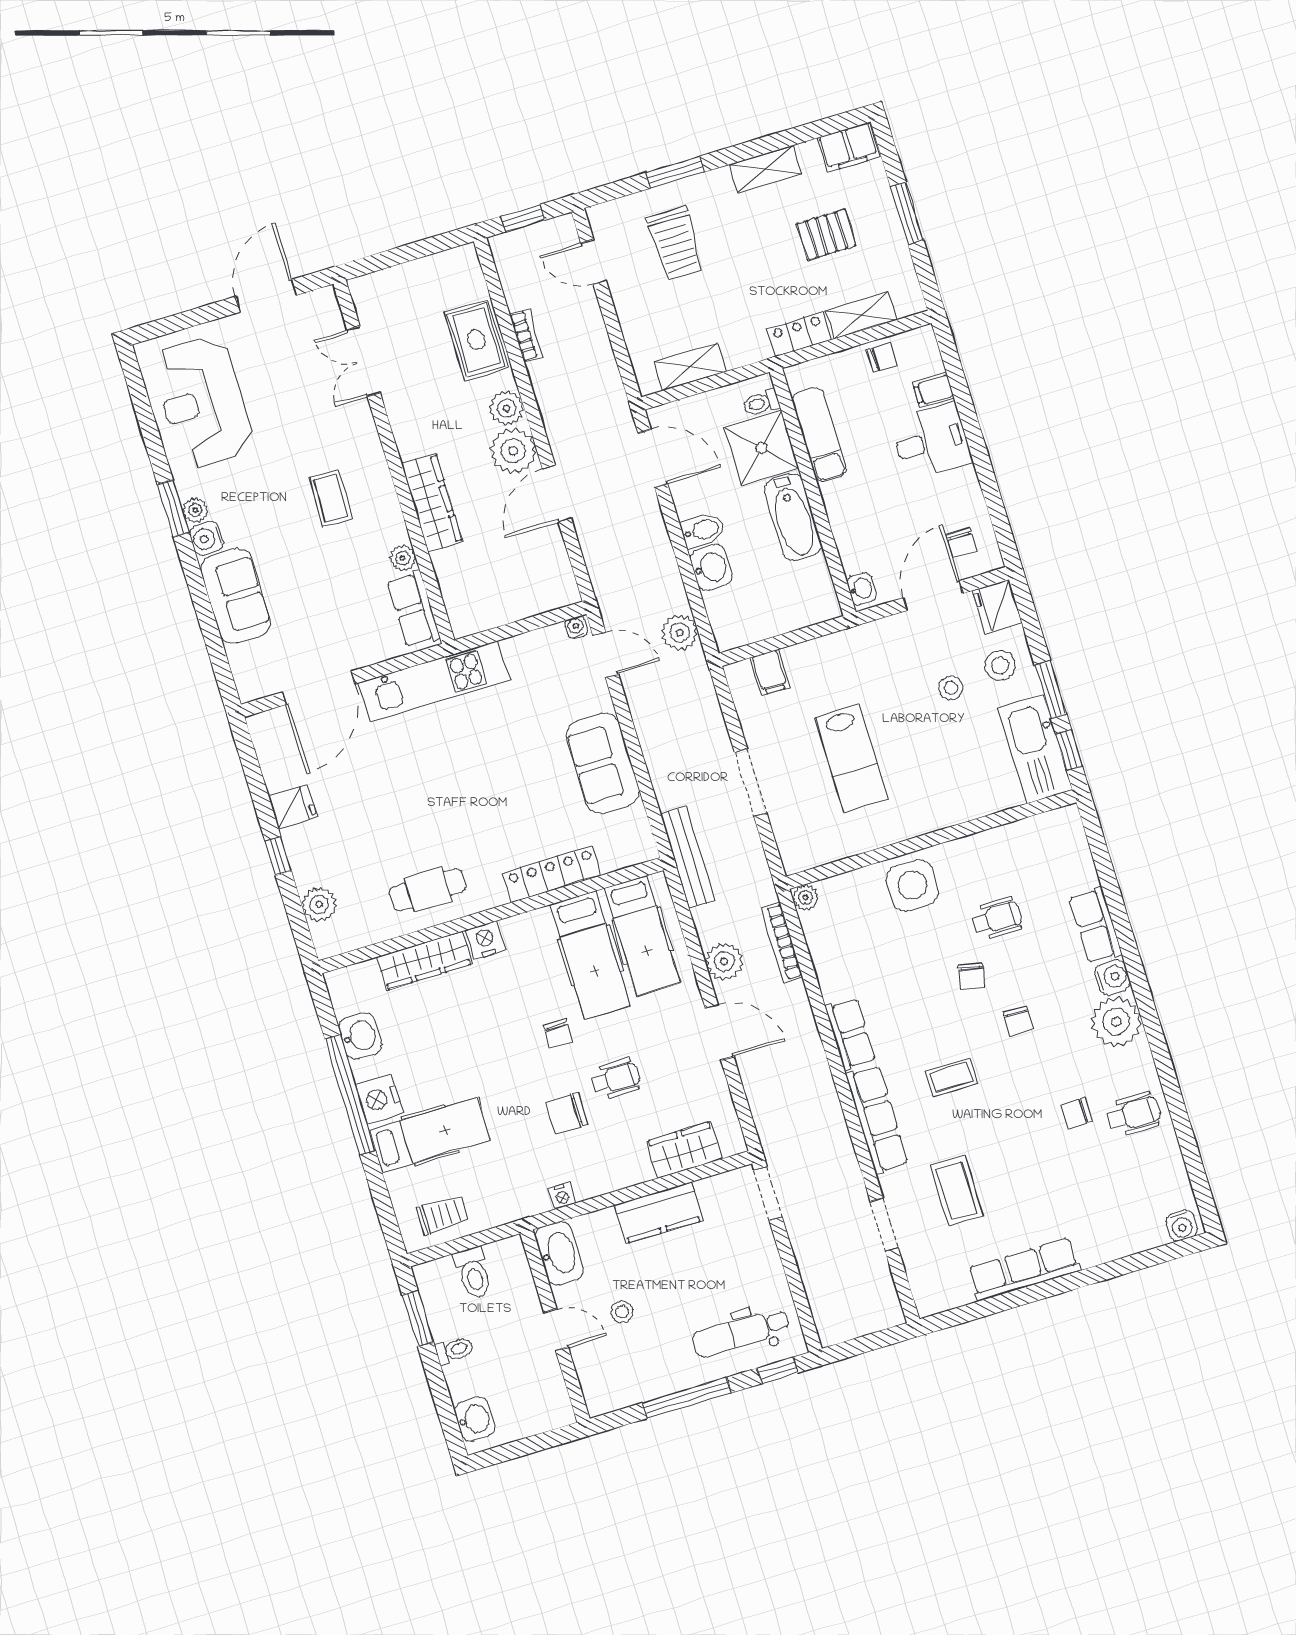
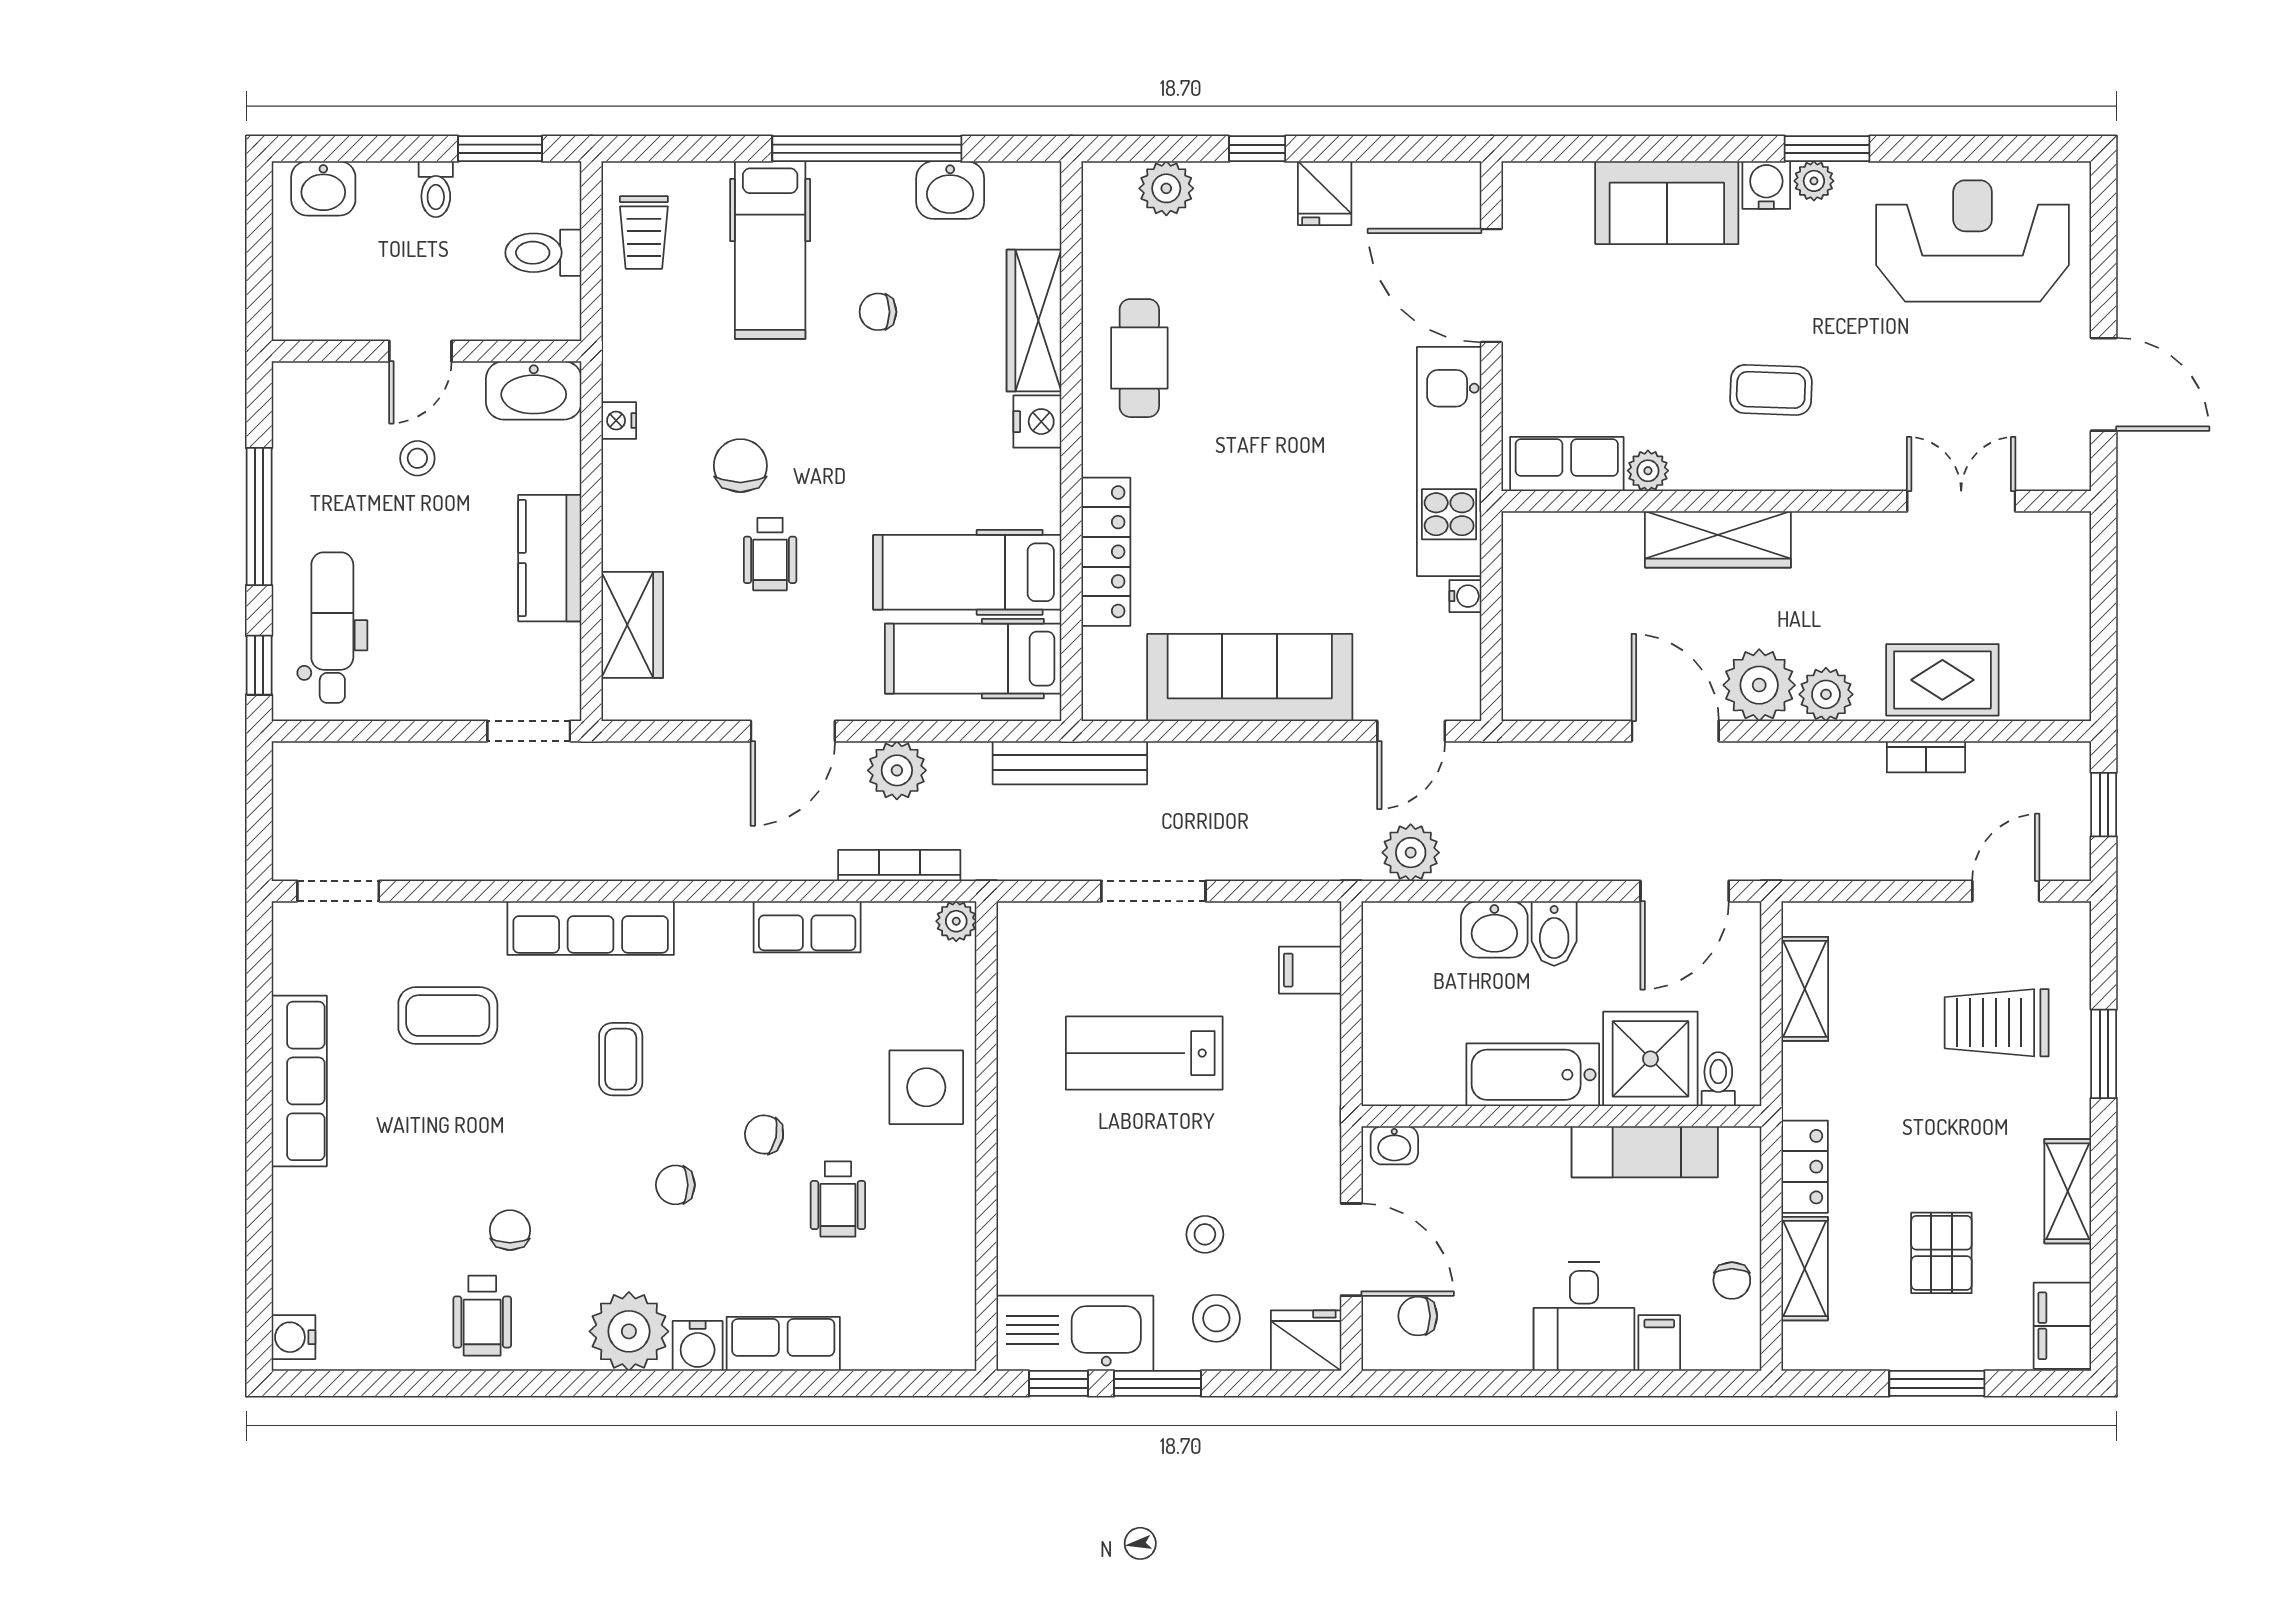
water cooler: (576, 627) -> (1465, 596), moved
sofa: (602, 763) -> (1250, 678), width x1.36
chair: (558, 1033) -> (878, 312), moved
row of seats: (850, 1034) -> (807, 927), moved
nightstand: (379, 1099) -> (847, 191), removed
doorway: (884, 1225) -> (338, 891), moved

